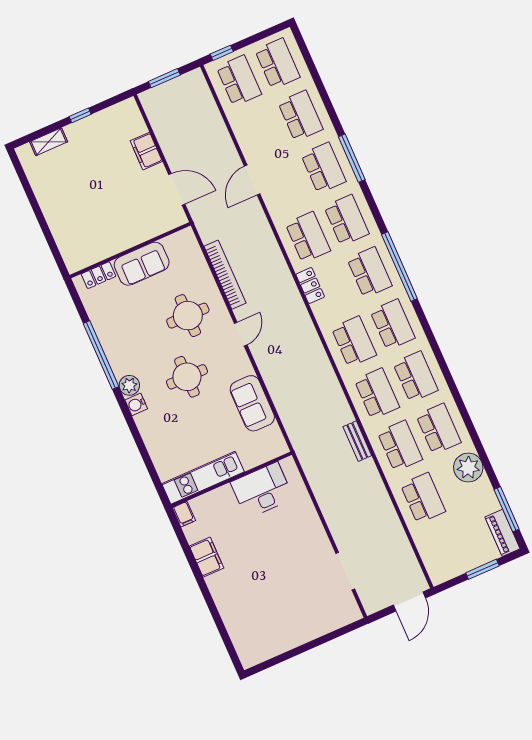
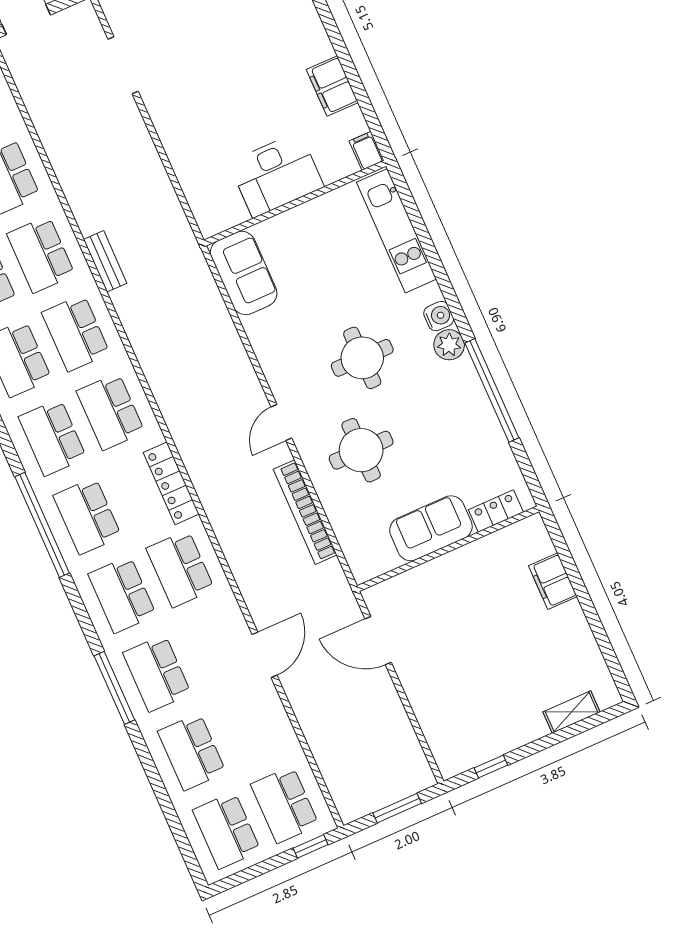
window: (80, 115) -> (491, 767), moved
filing cabinet: (146, 151) -> (553, 581), moved, turned 180
locker: (310, 286) -> (171, 483), width x1.53
sofa: (252, 403) -> (244, 273), moved
kitchen unit: (203, 478) -> (396, 231), moved, turned 90
desk: (262, 490) -> (276, 175), moved

